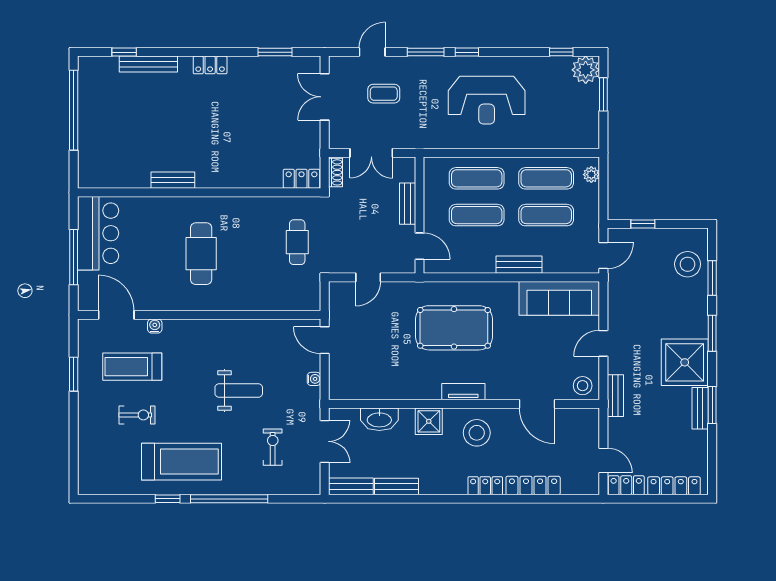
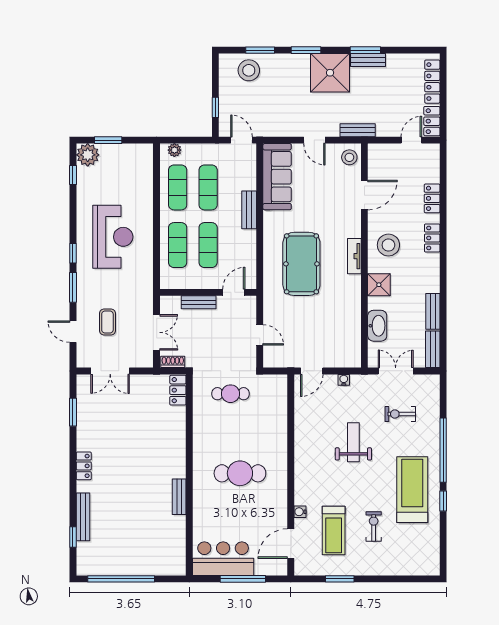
locker: (533, 485) -> (432, 198), width x0.66

